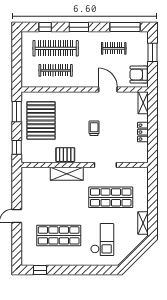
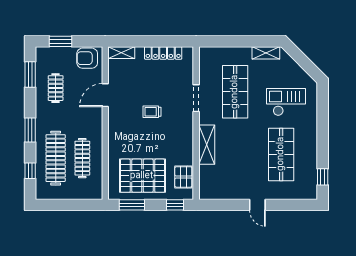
window: (125, 27) -> (30, 75), width x0.69
armchair: (139, 75) -> (87, 58), turned 90
locker: (143, 132) -> (163, 53), width x1.53
pallet: (65, 155) -> (183, 177), moved

